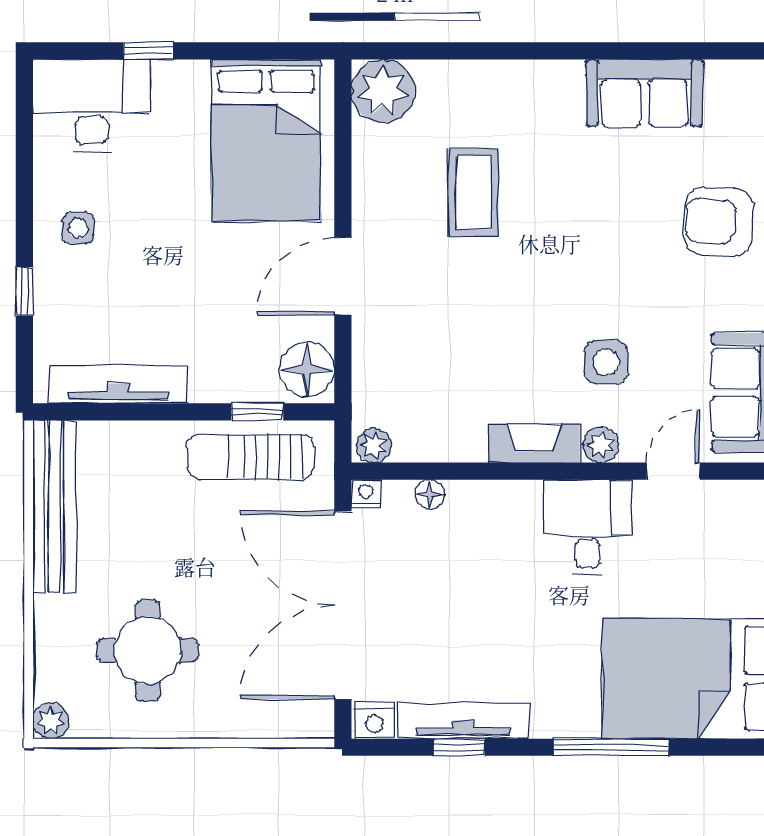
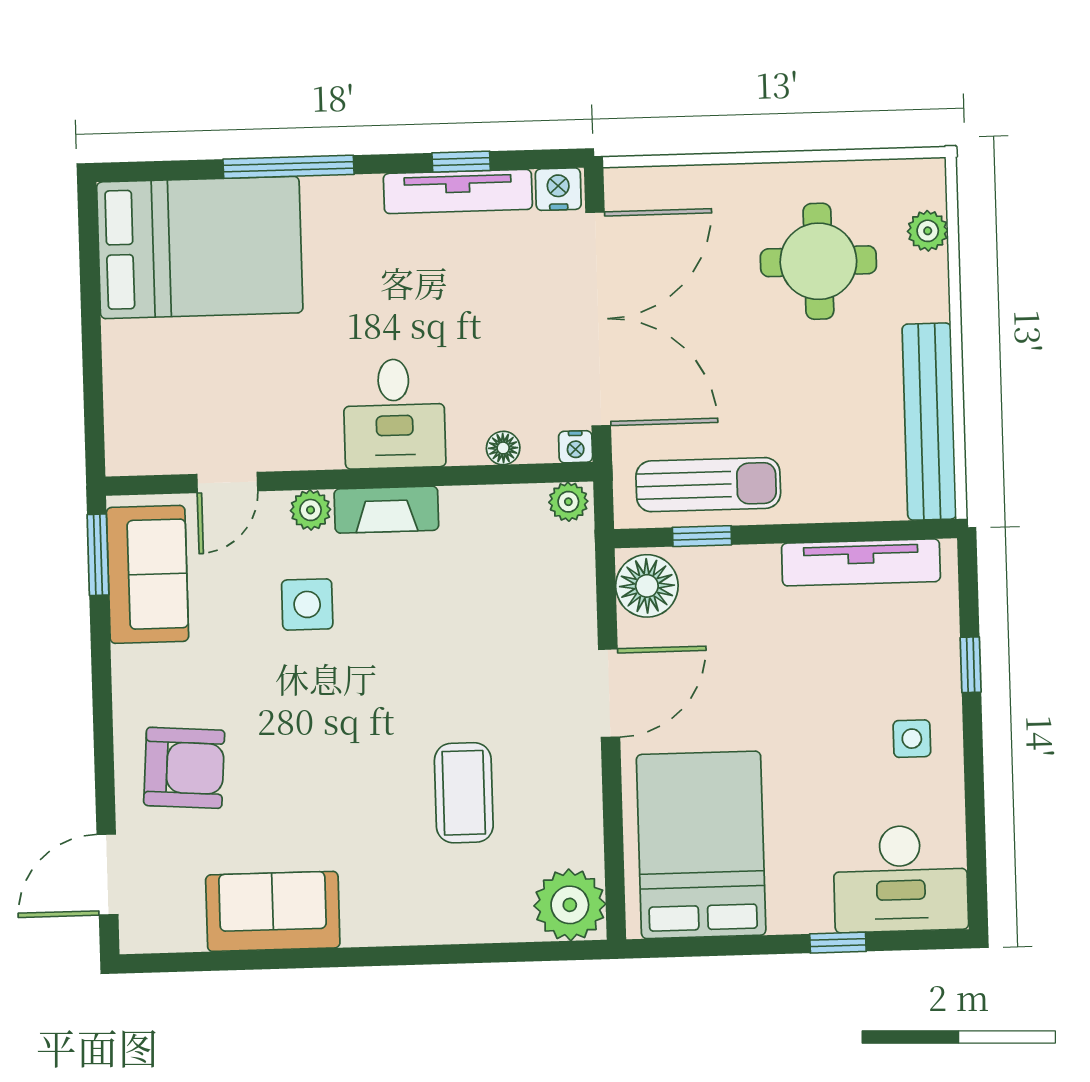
desk: (588, 527) -> (394, 414), moved
plant: (51, 721) -> (928, 231), moved

